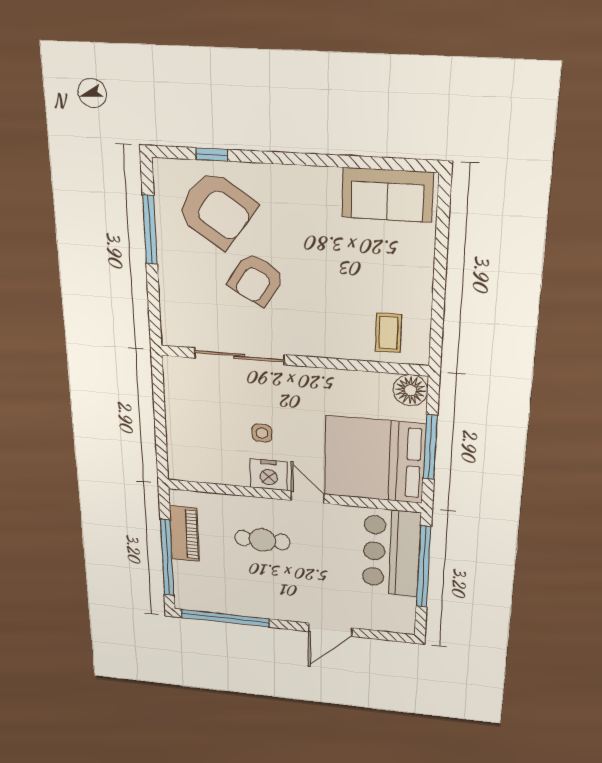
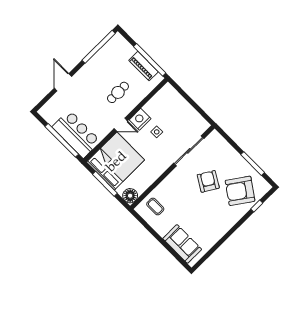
sofa: (387, 195) -> (182, 244), moved, turned 90
window: (167, 558) -> (150, 60), moved

